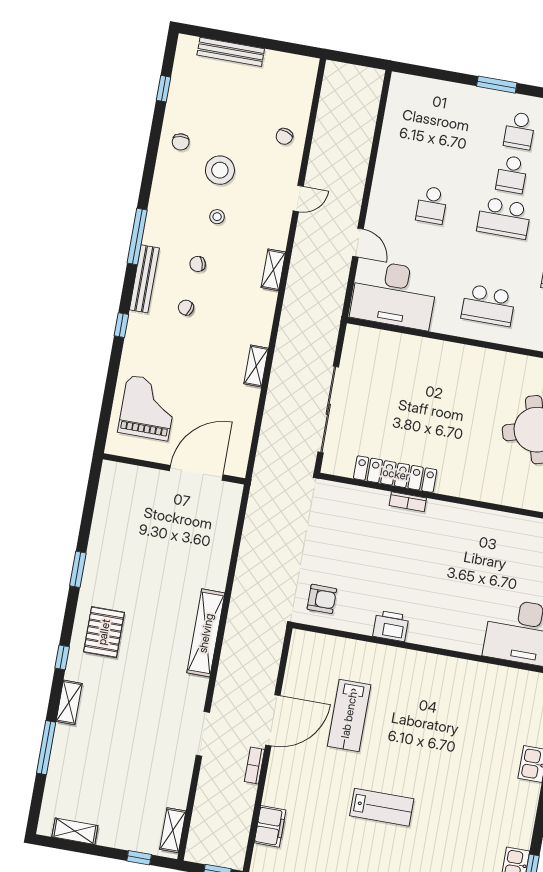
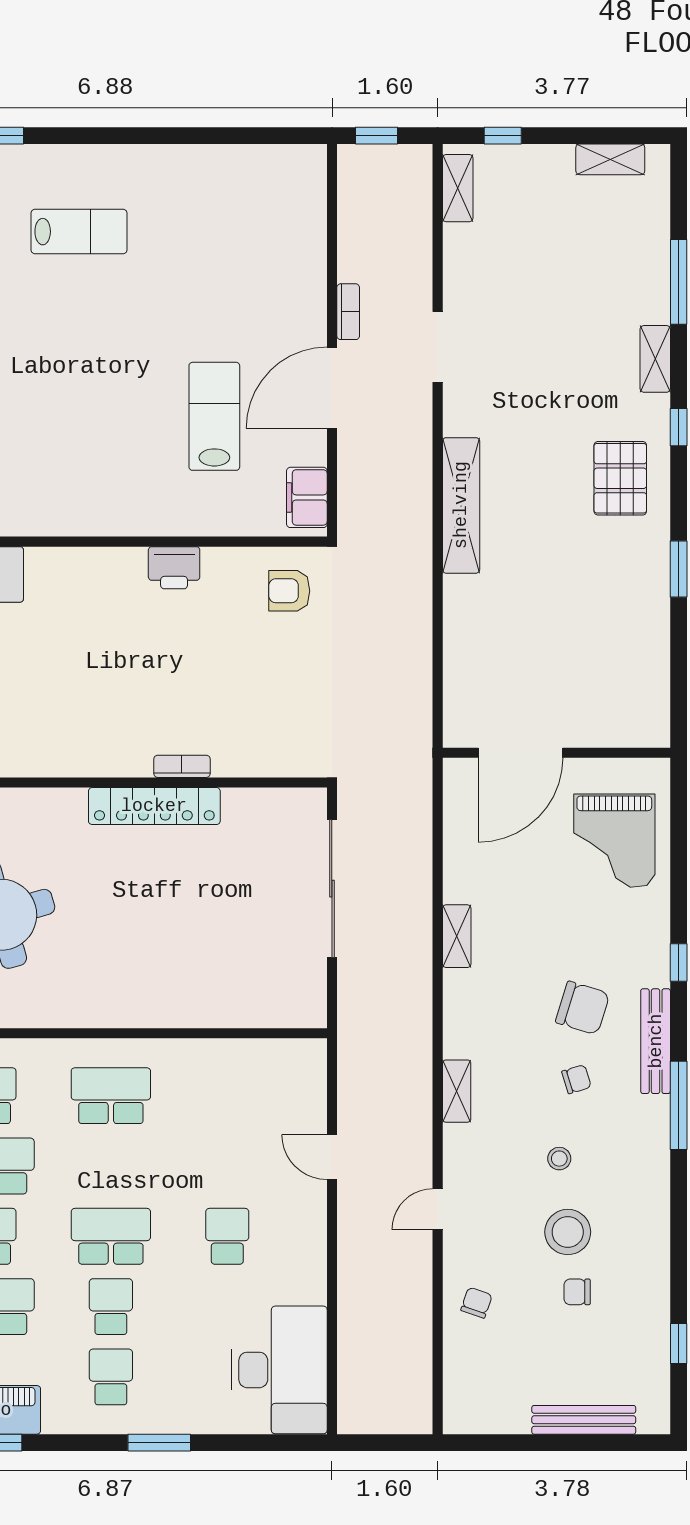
chair: (181, 142) -> (577, 1292), moved, turned -86
desk: (394, 295) -> (279, 1370), moved, turned 90
chair: (186, 308) -> (583, 1008), width x1.87, depth x1.87
locker: (395, 474) -> (154, 806), moved
lab bench: (382, 807) -> (79, 232), moved, turned 180
filing cabinet: (270, 826) -> (307, 497), moved

